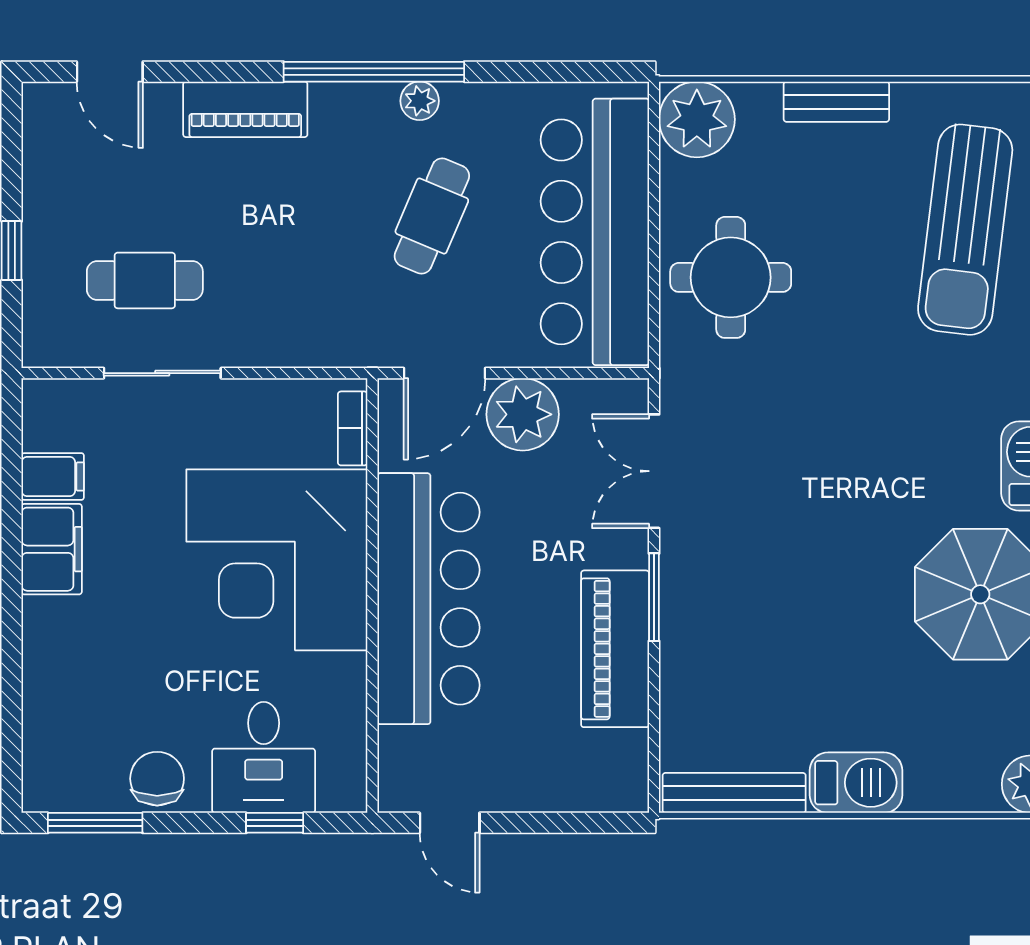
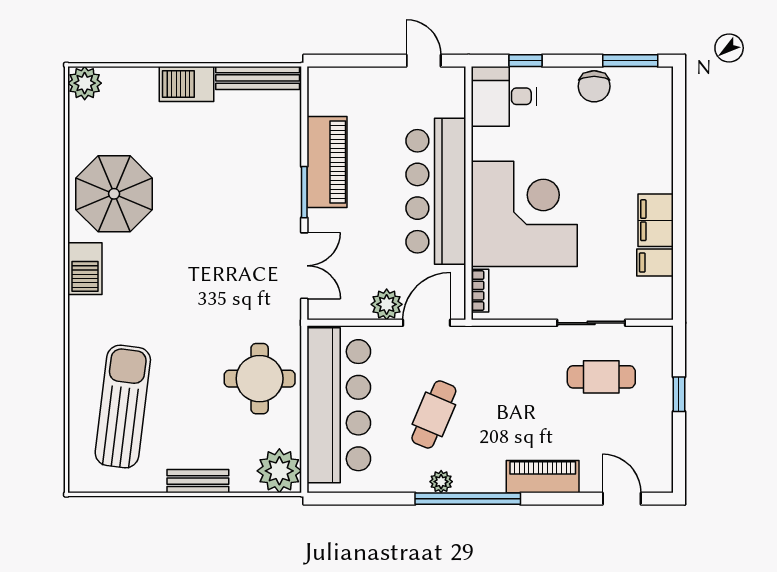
plant: (523, 414) -> (387, 304), width x0.73, depth x0.73
desk: (264, 757) -> (504, 96), moved, turned -90

